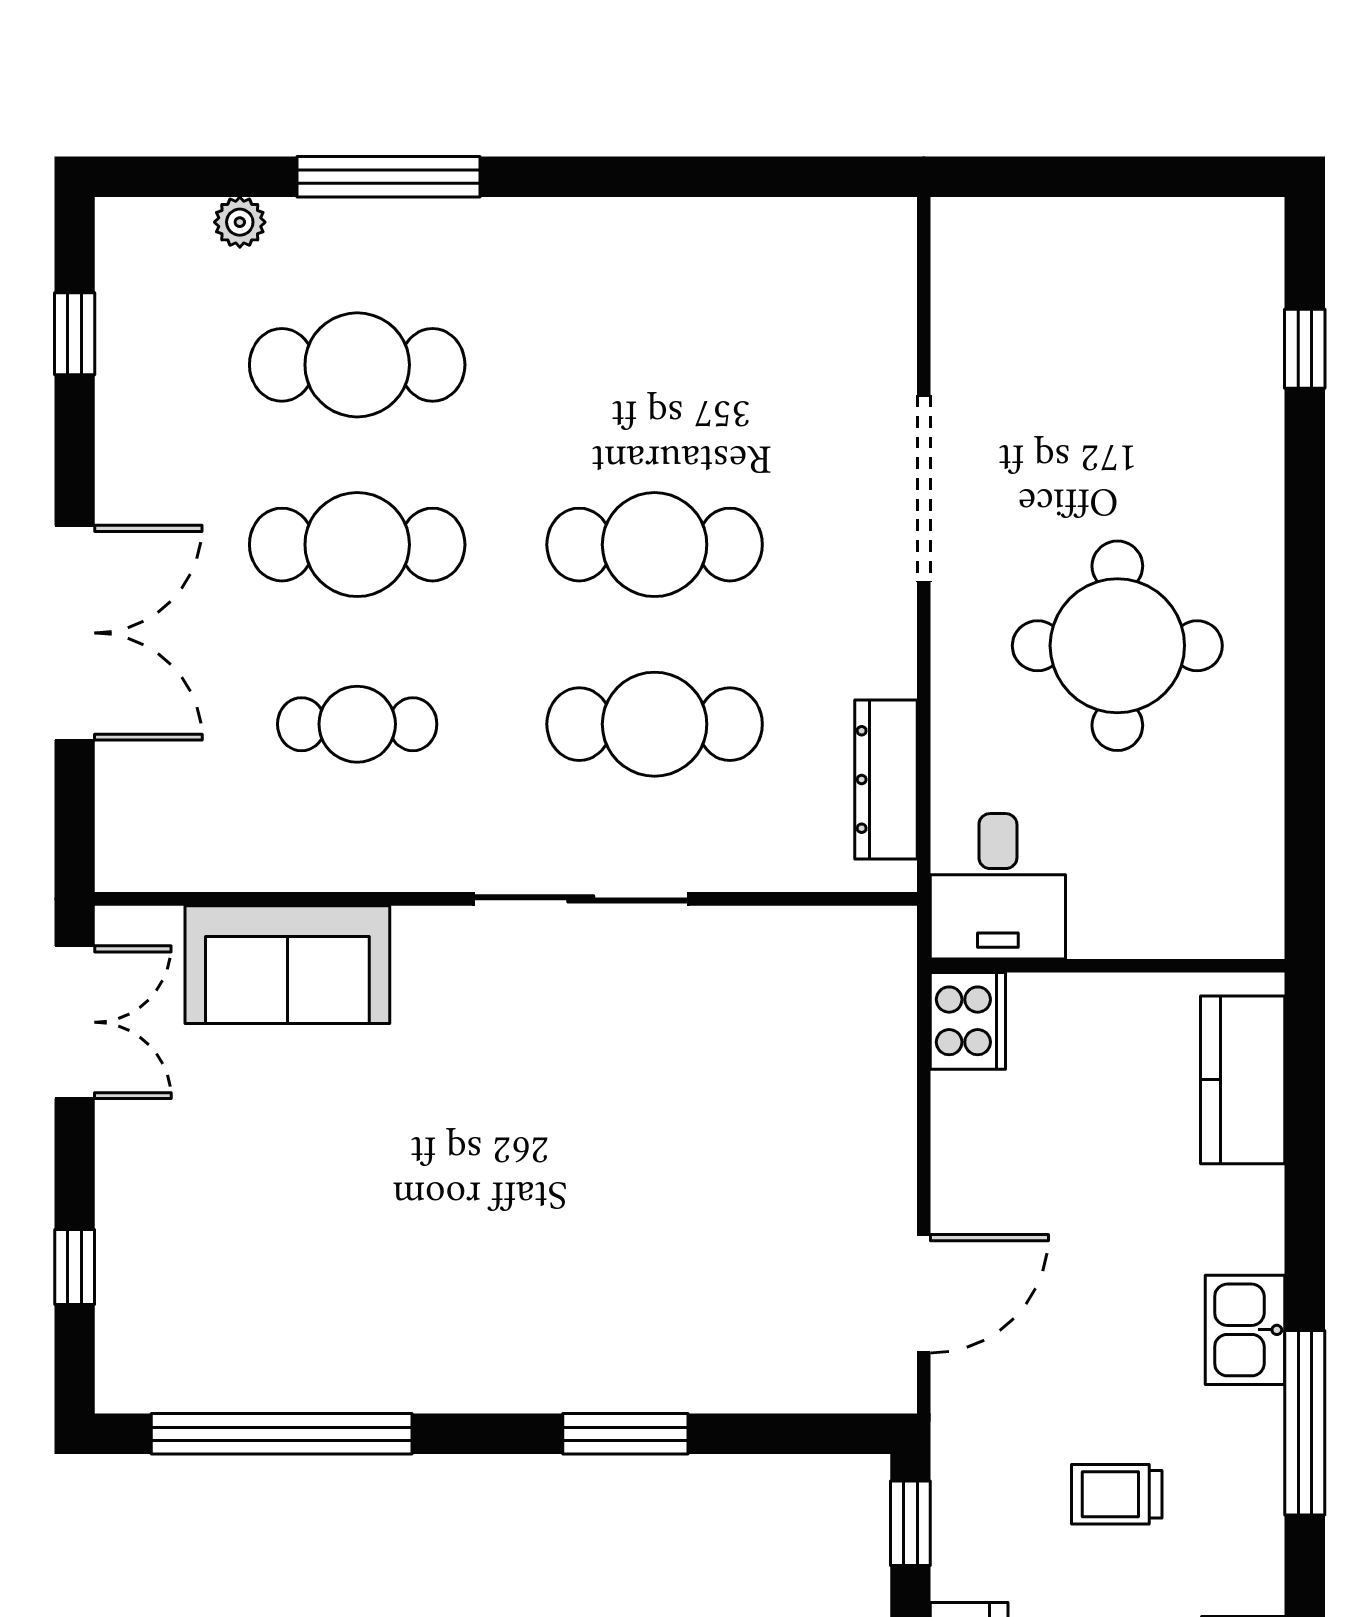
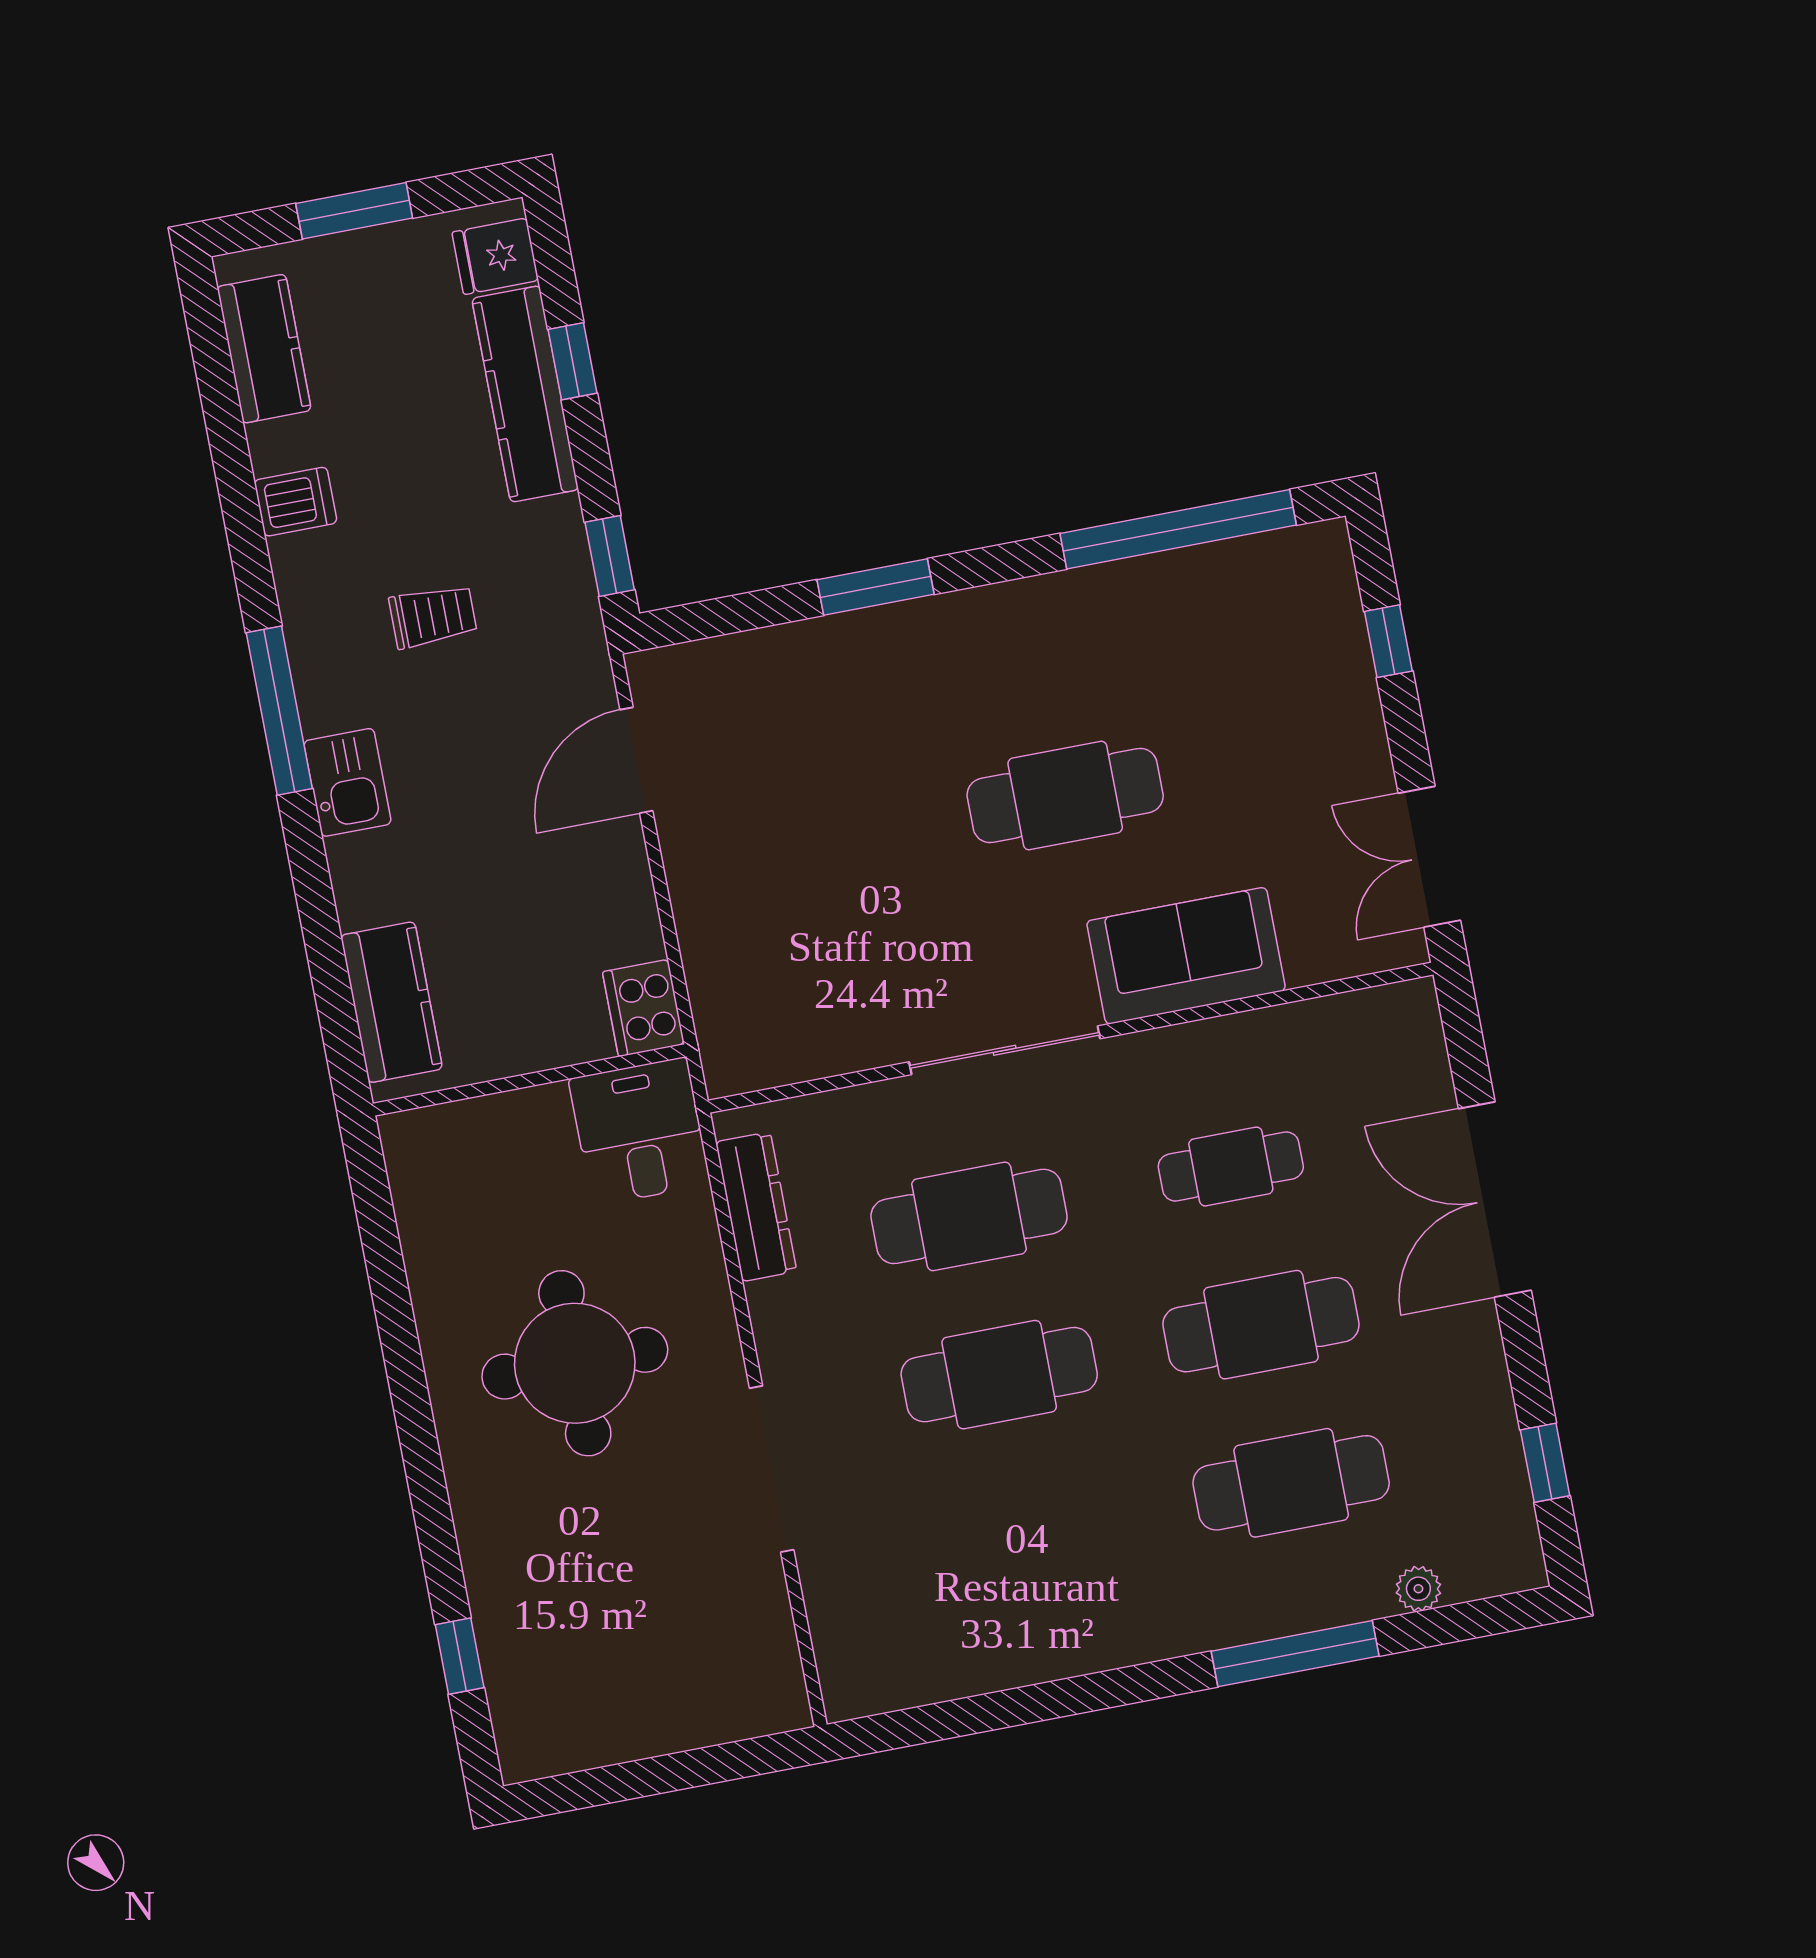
sofa: (287, 965) -> (1186, 956), moved
cafe table: (461, 1166) -> (1065, 796), added

